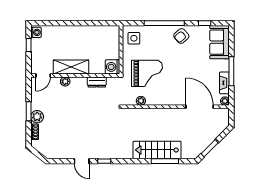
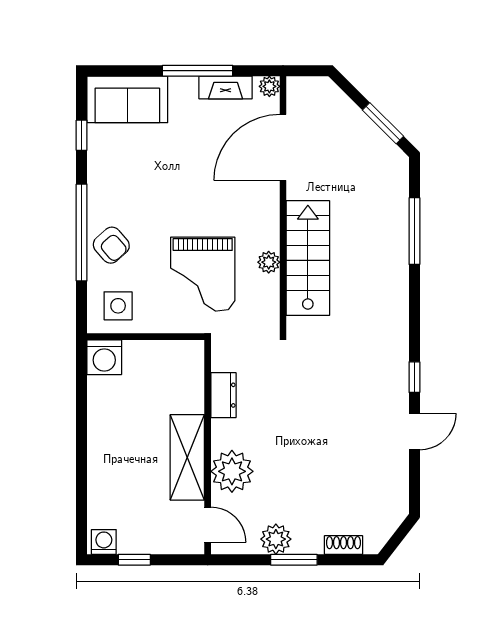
armchair: (181, 36) -> (111, 245), moved
washing machine: (113, 67) -> (104, 357), moved
grand piano: (147, 73) -> (203, 274), turned 180
plant: (65, 81) -> (232, 471), width x1.88, depth x1.88
plant: (141, 101) -> (269, 262), moved
plant: (37, 117) -> (276, 539), moved
stairs: (157, 150) -> (308, 258), moved, turned 180

